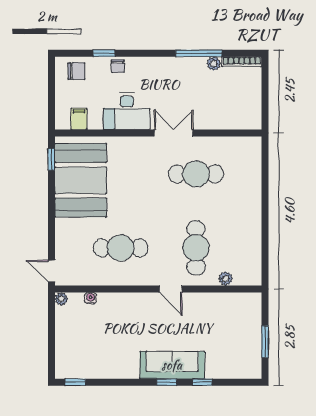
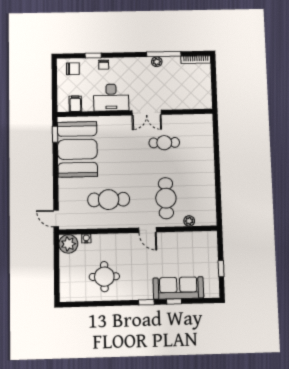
plant: (214, 64) -> (157, 62), moved
double door: (174, 133) -> (147, 113), swing flipped
cafe table: (196, 174) -> (164, 143), width x0.73, depth x0.74
plant: (61, 299) -> (68, 244), width x1.87, depth x1.87
window: (265, 342) -> (221, 269), width x0.67
round table: (113, 348) -> (104, 277), added
sofa: (172, 365) -> (178, 288), moved
window: (75, 382) -> (76, 304), removed

